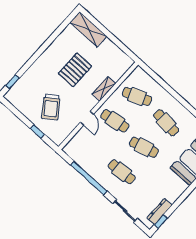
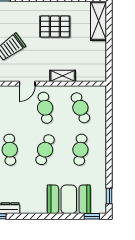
pallet: (75, 70) -> (55, 27), moved
cafe table: (144, 147) -> (45, 150), turned 36

